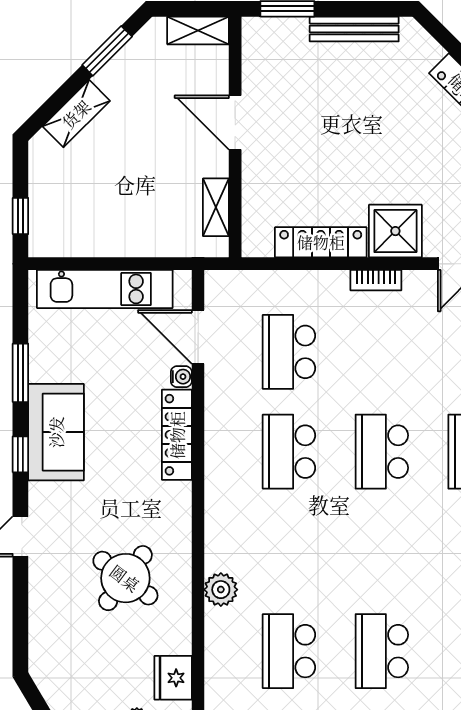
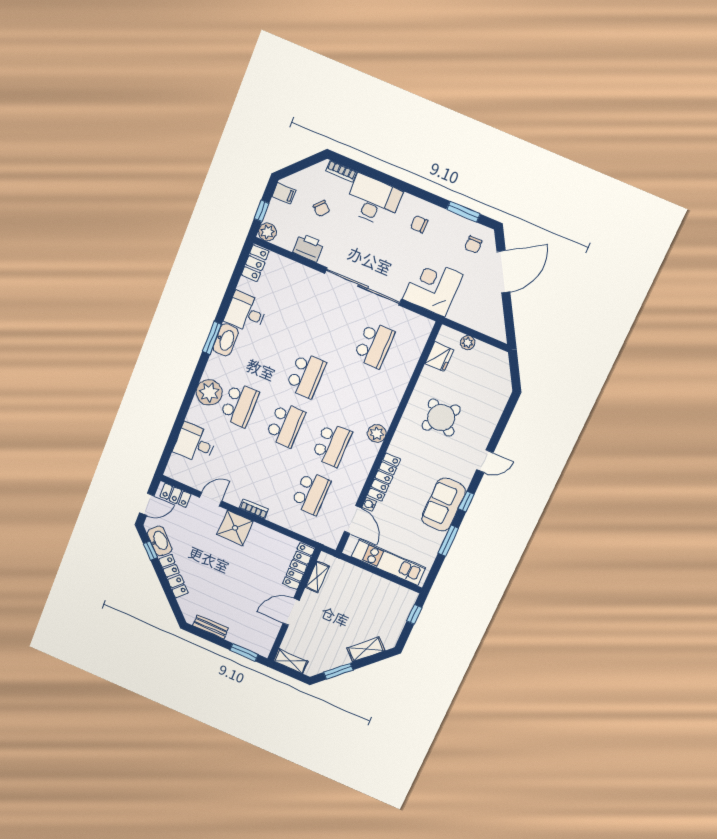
bench: (354, 29) -> (211, 627), width x0.73
door: (235, 122) -> (291, 612), swing flipped
locker: (321, 242) -> (299, 566), moved, turned 90
plant: (221, 590) -> (377, 434), moved
school desk: (382, 651) -> (306, 375), moved

